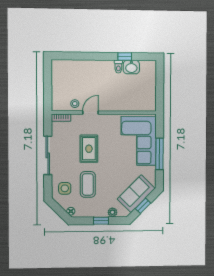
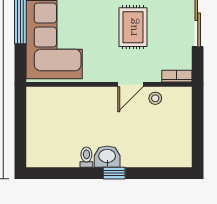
window: (125, 57) -> (114, 173), moved
washbasin: (131, 67) -> (107, 157), moved

